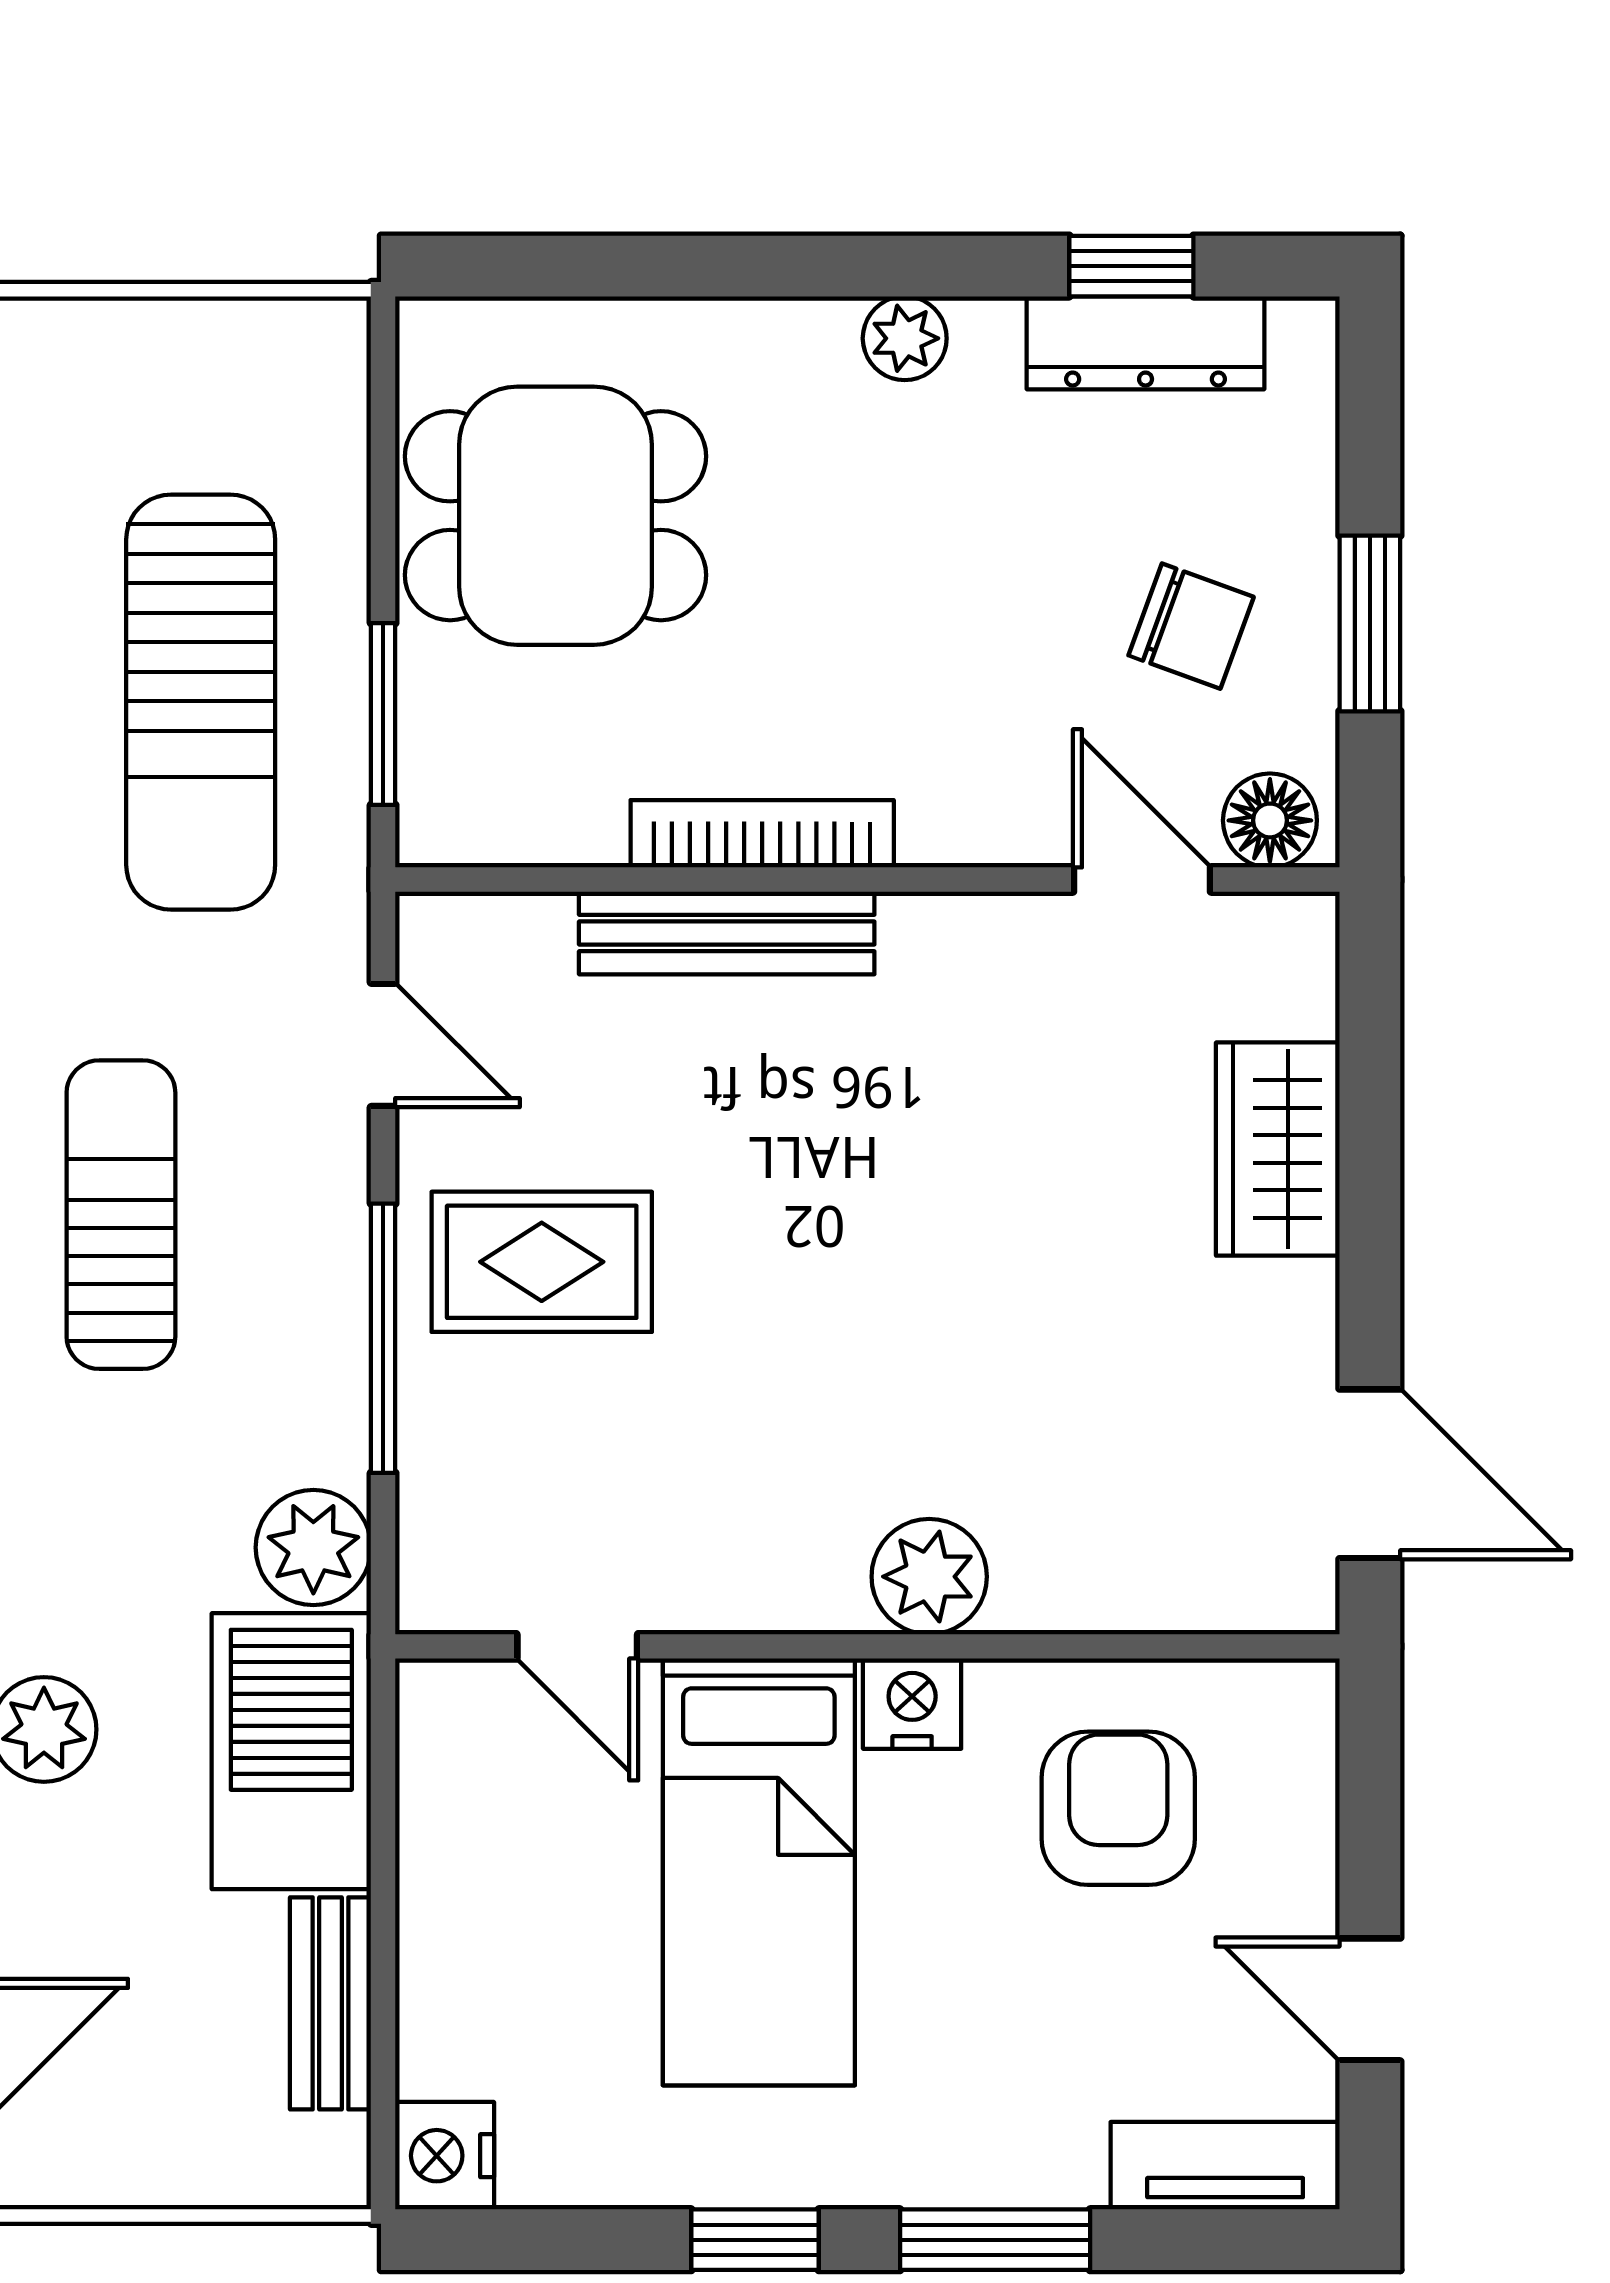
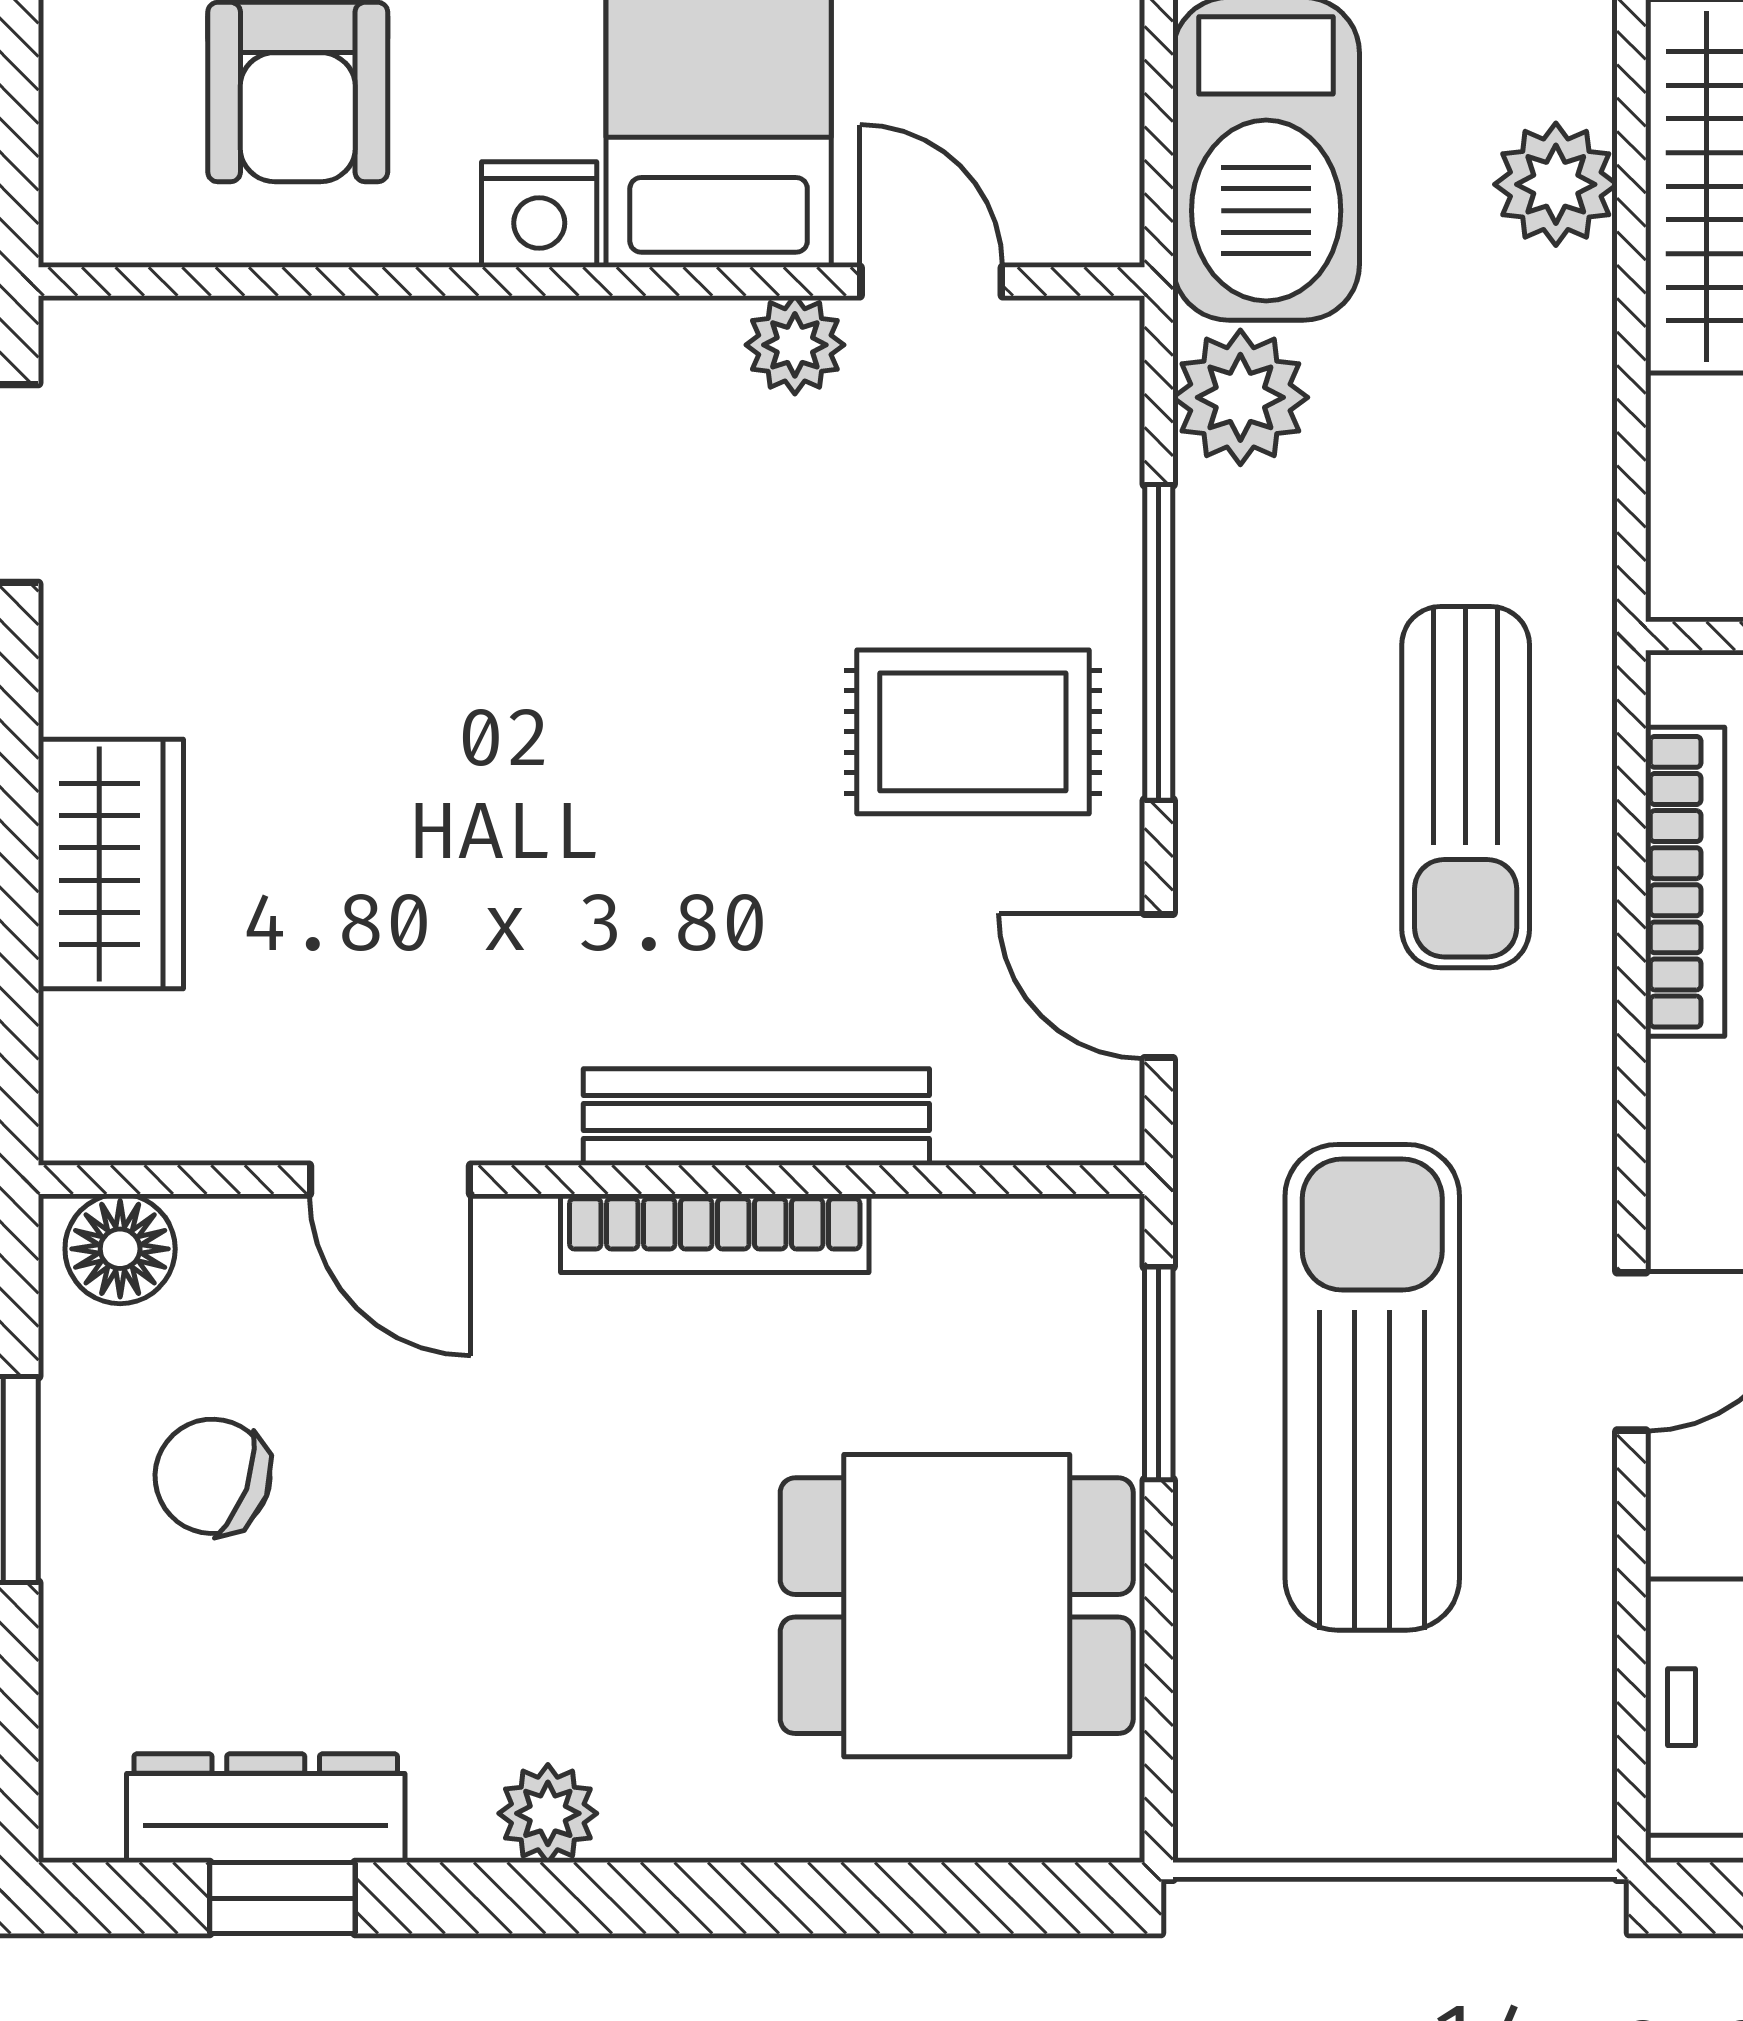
door: (1142, 880) -> (390, 1180), moved
plant: (929, 1577) -> (795, 345), moved, width x0.73, depth x0.73

